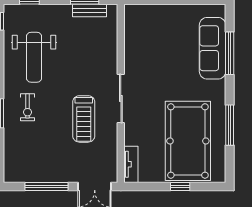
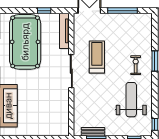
tv unit: (131, 164) -> (64, 31), width x1.41
window: (180, 186) -> (44, 11), moved

